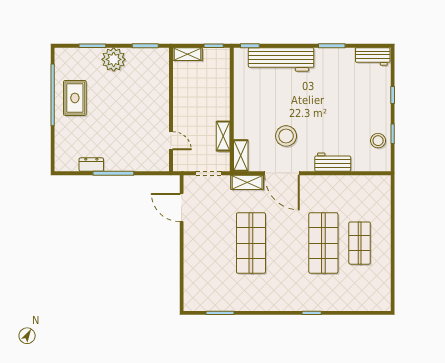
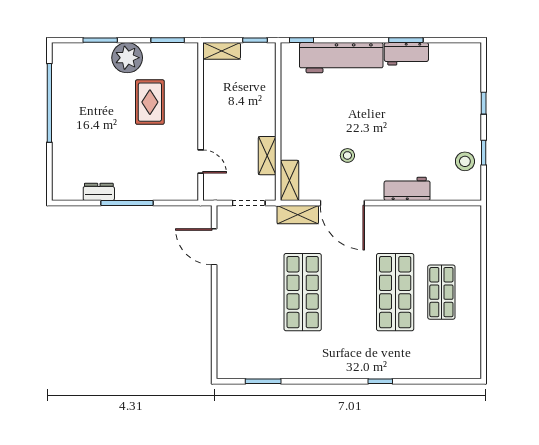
workbench: (373, 56) -> (406, 54), moved
rug: (75, 98) -> (150, 102), moved
stool: (286, 136) -> (347, 155), width x0.53, depth x0.53

